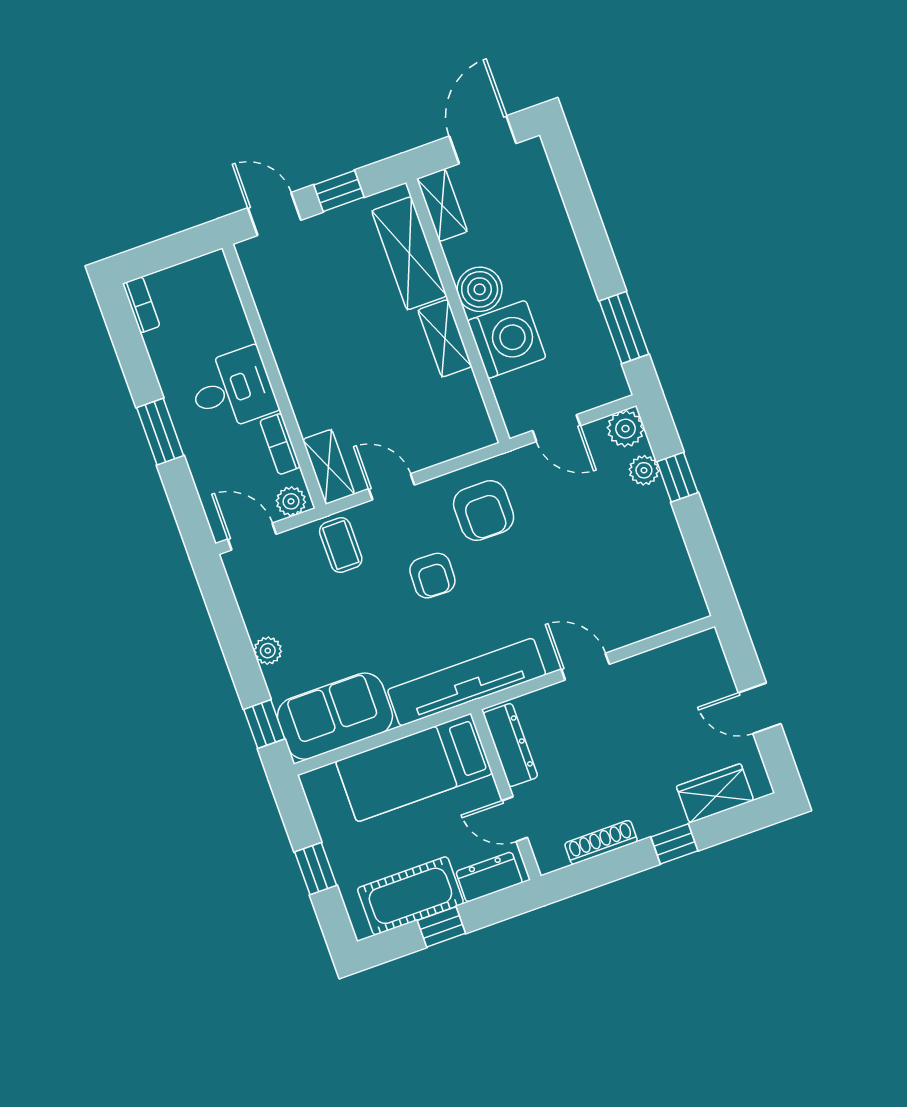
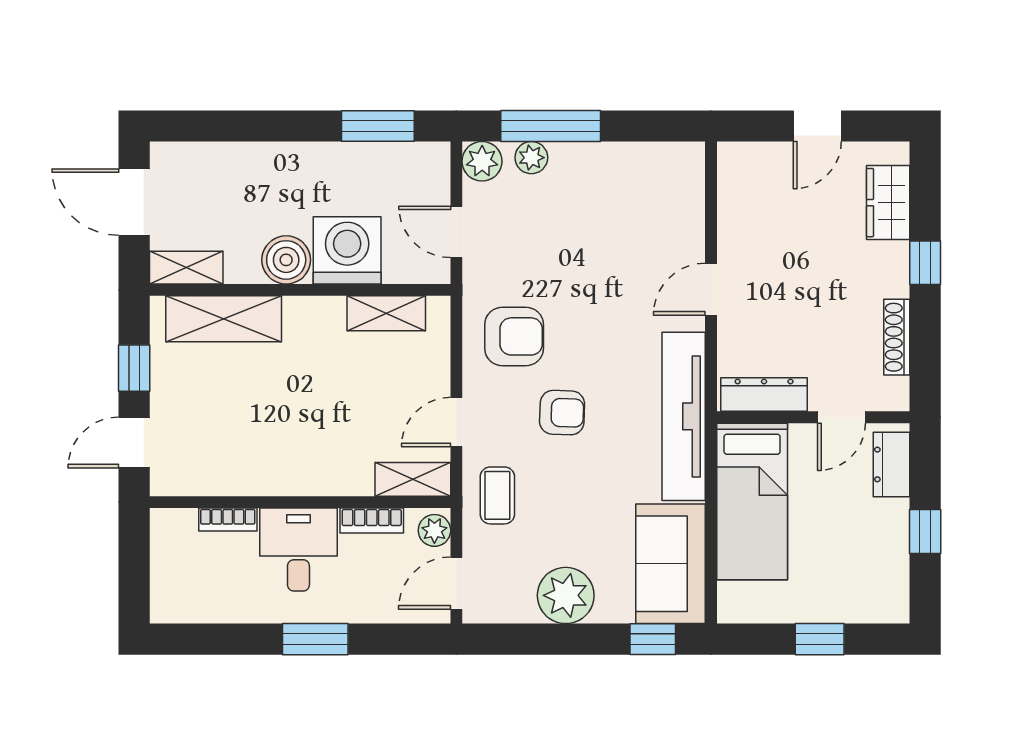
bookcase: (141, 305) -> (228, 520), moved, turned 180
shelving: (445, 338) -> (386, 313), moved
door: (556, 428) -> (456, 232), swing flipped
window: (677, 477) -> (551, 126), width x2.17
coffee table: (341, 545) -> (497, 495), turned 90
plant: (268, 651) -> (566, 595), width x1.87, depth x1.87
cot: (410, 896) -> (882, 552), removed

